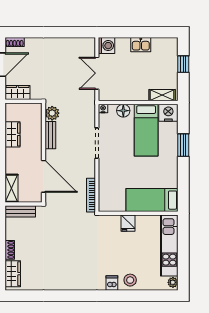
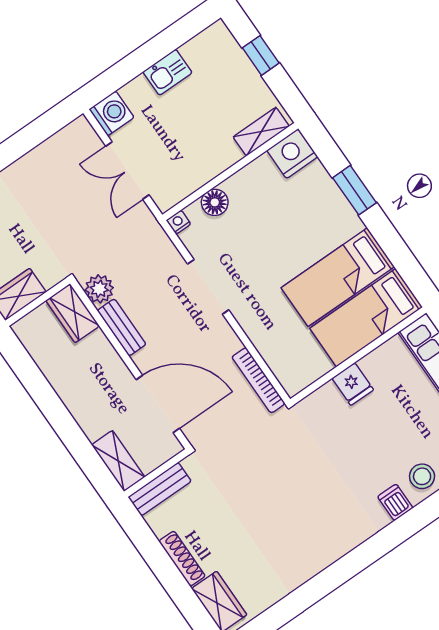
bed: (146, 130) -> (338, 277), moved, turned 90
wardrobe: (12, 134) -> (73, 313), moved, turned 180
shoe rack: (10, 250) -> (182, 559), width x1.43

